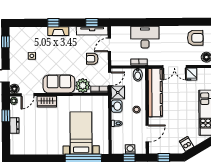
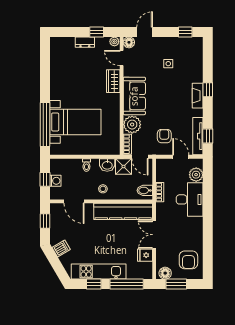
plant: (124, 32) -> (196, 175), added

